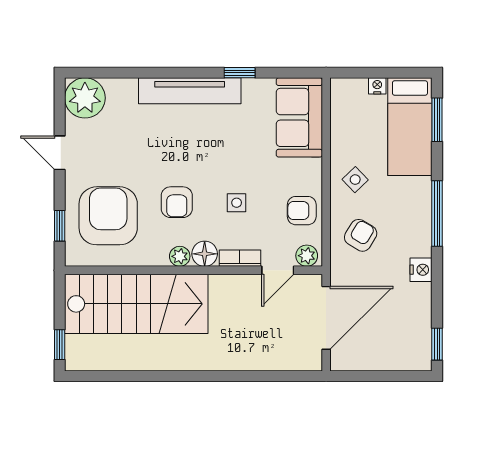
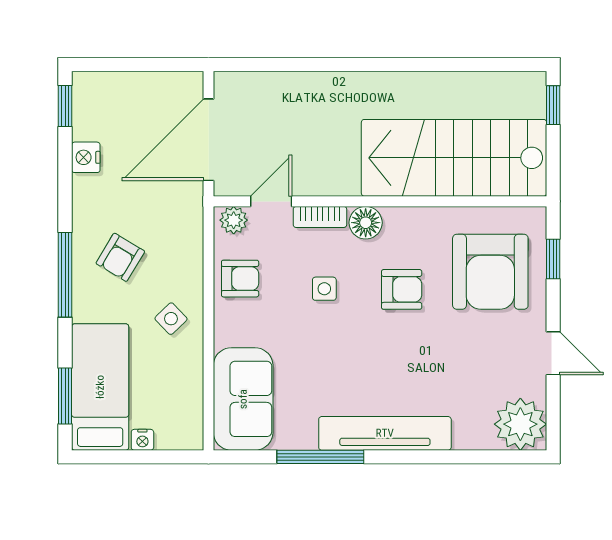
window: (240, 73) -> (320, 457), width x2.17
armchair: (177, 202) -> (402, 289), turned 90
armchair: (361, 235) -> (120, 257), moved
plant: (180, 256) -> (398, 219), removed
nightstand: (421, 270) -> (86, 157), moved

